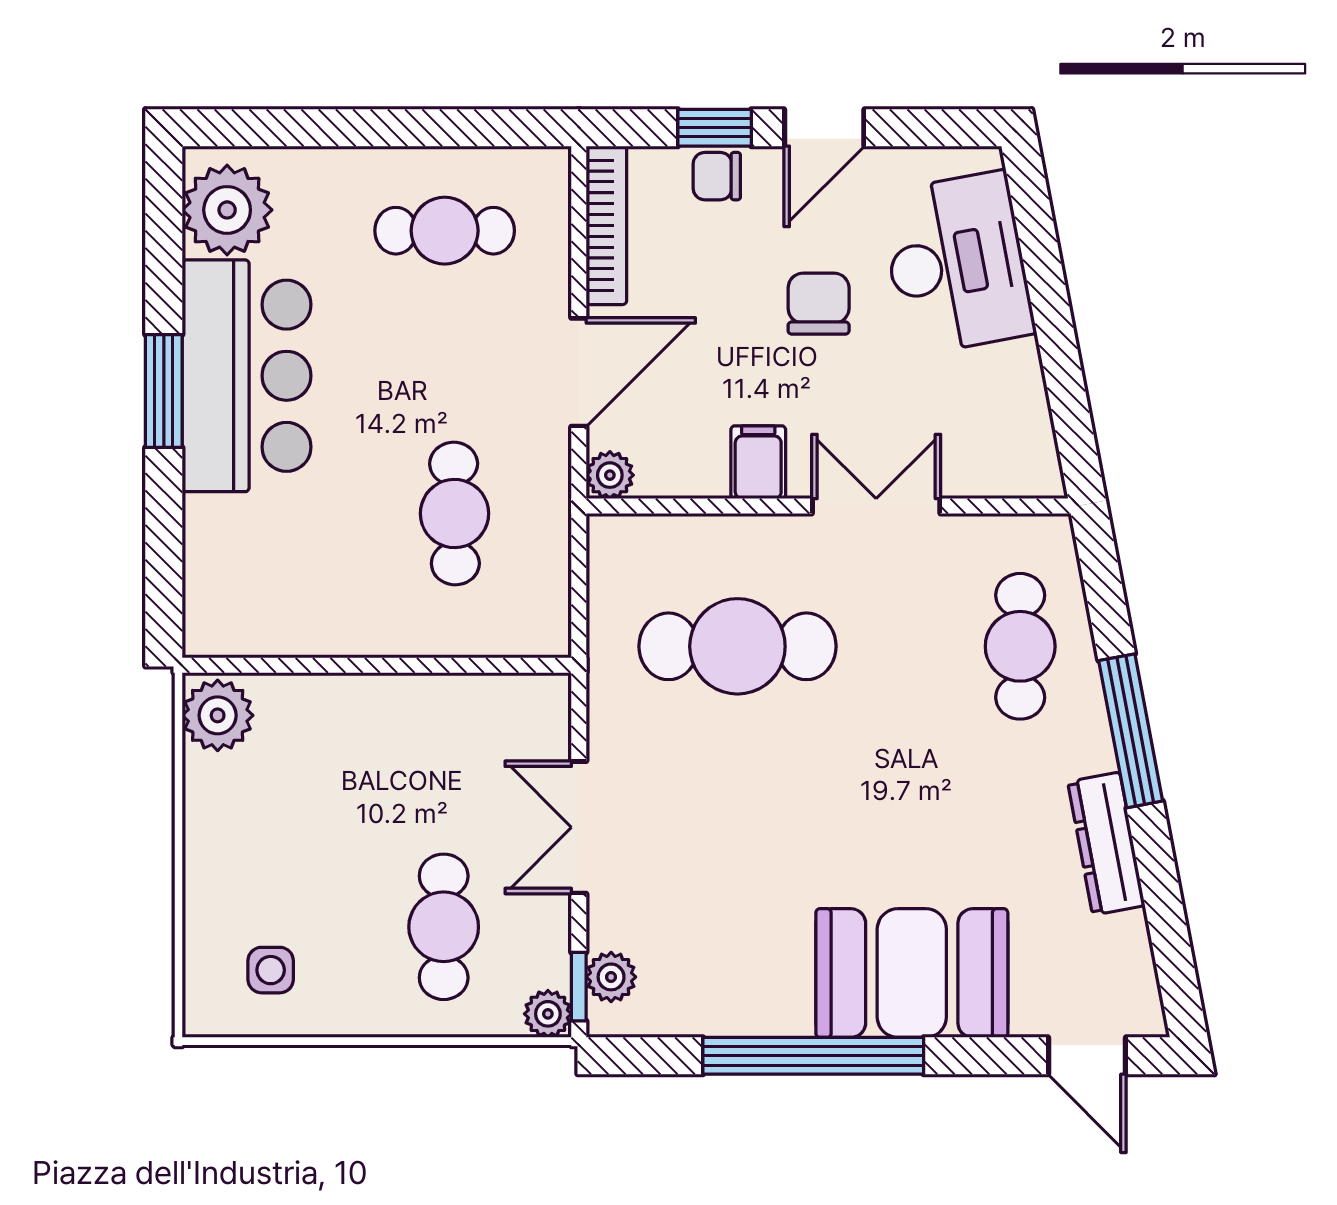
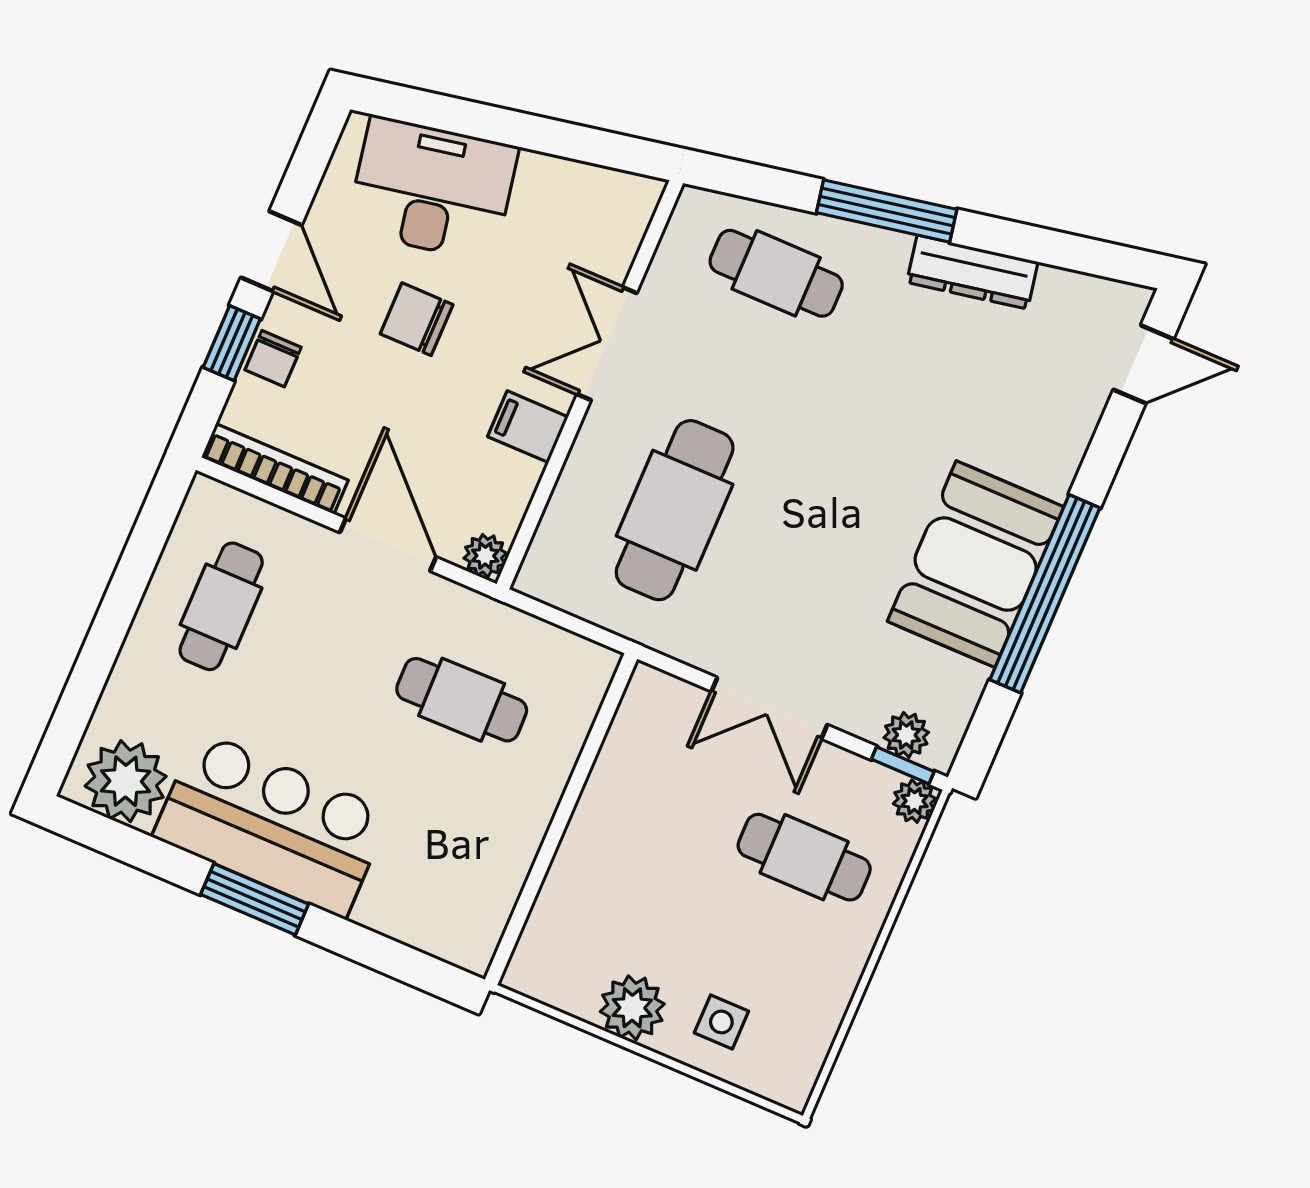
plant: (218, 715) -> (632, 1008), moved
side table: (271, 970) -> (721, 1022), moved
booth: (912, 973) -> (976, 564), moved

